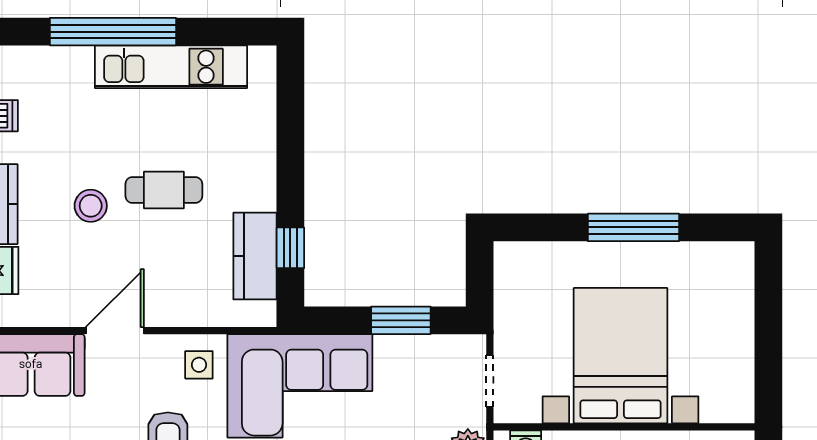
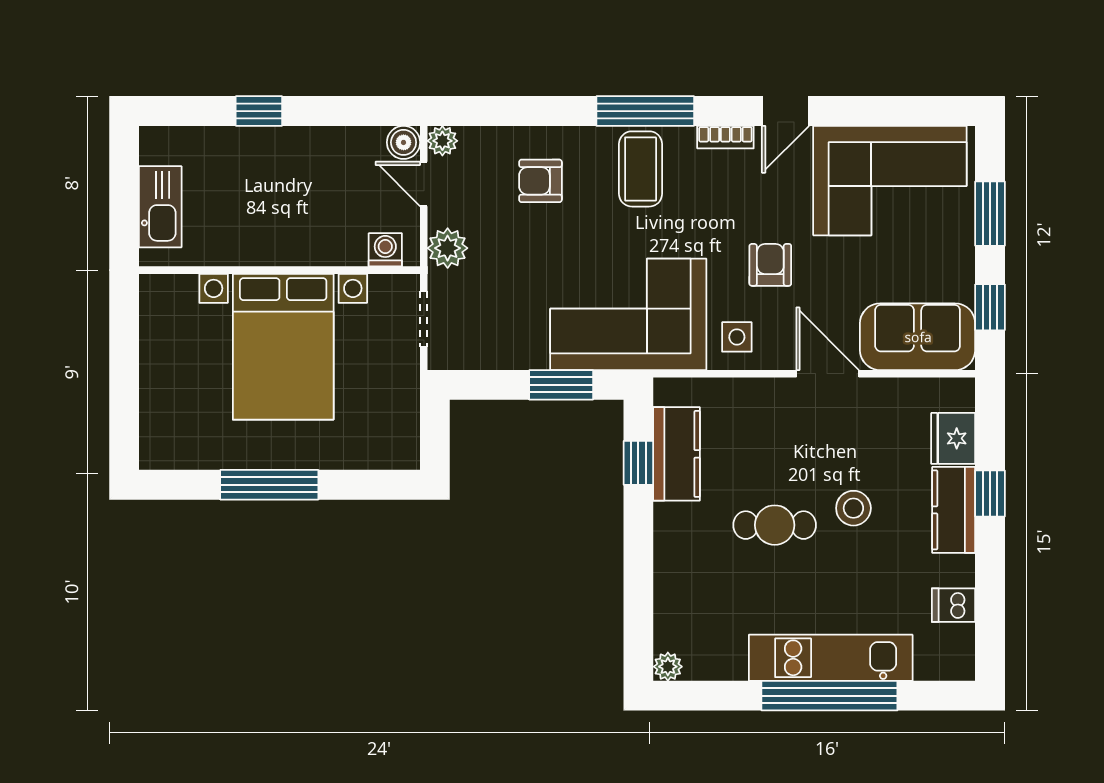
plant: (263, 59) -> (668, 667), added
kitchen unit: (171, 67) -> (831, 658), moved
window: (401, 320) -> (561, 385), moved
door: (115, 331) -> (828, 374), swing flipped

